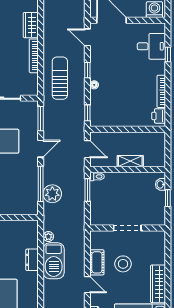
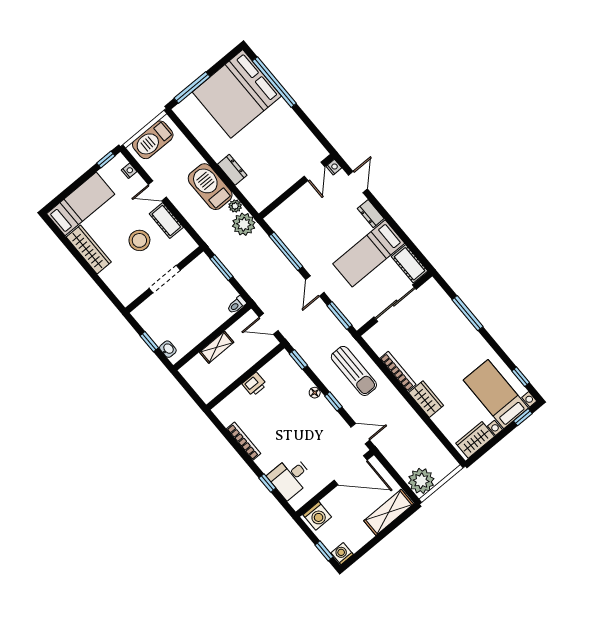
printer: (159, 116) -> (254, 384), moved, turned 90
window: (87, 190) -> (222, 268), moved
plant: (52, 194) -> (244, 224), moved

